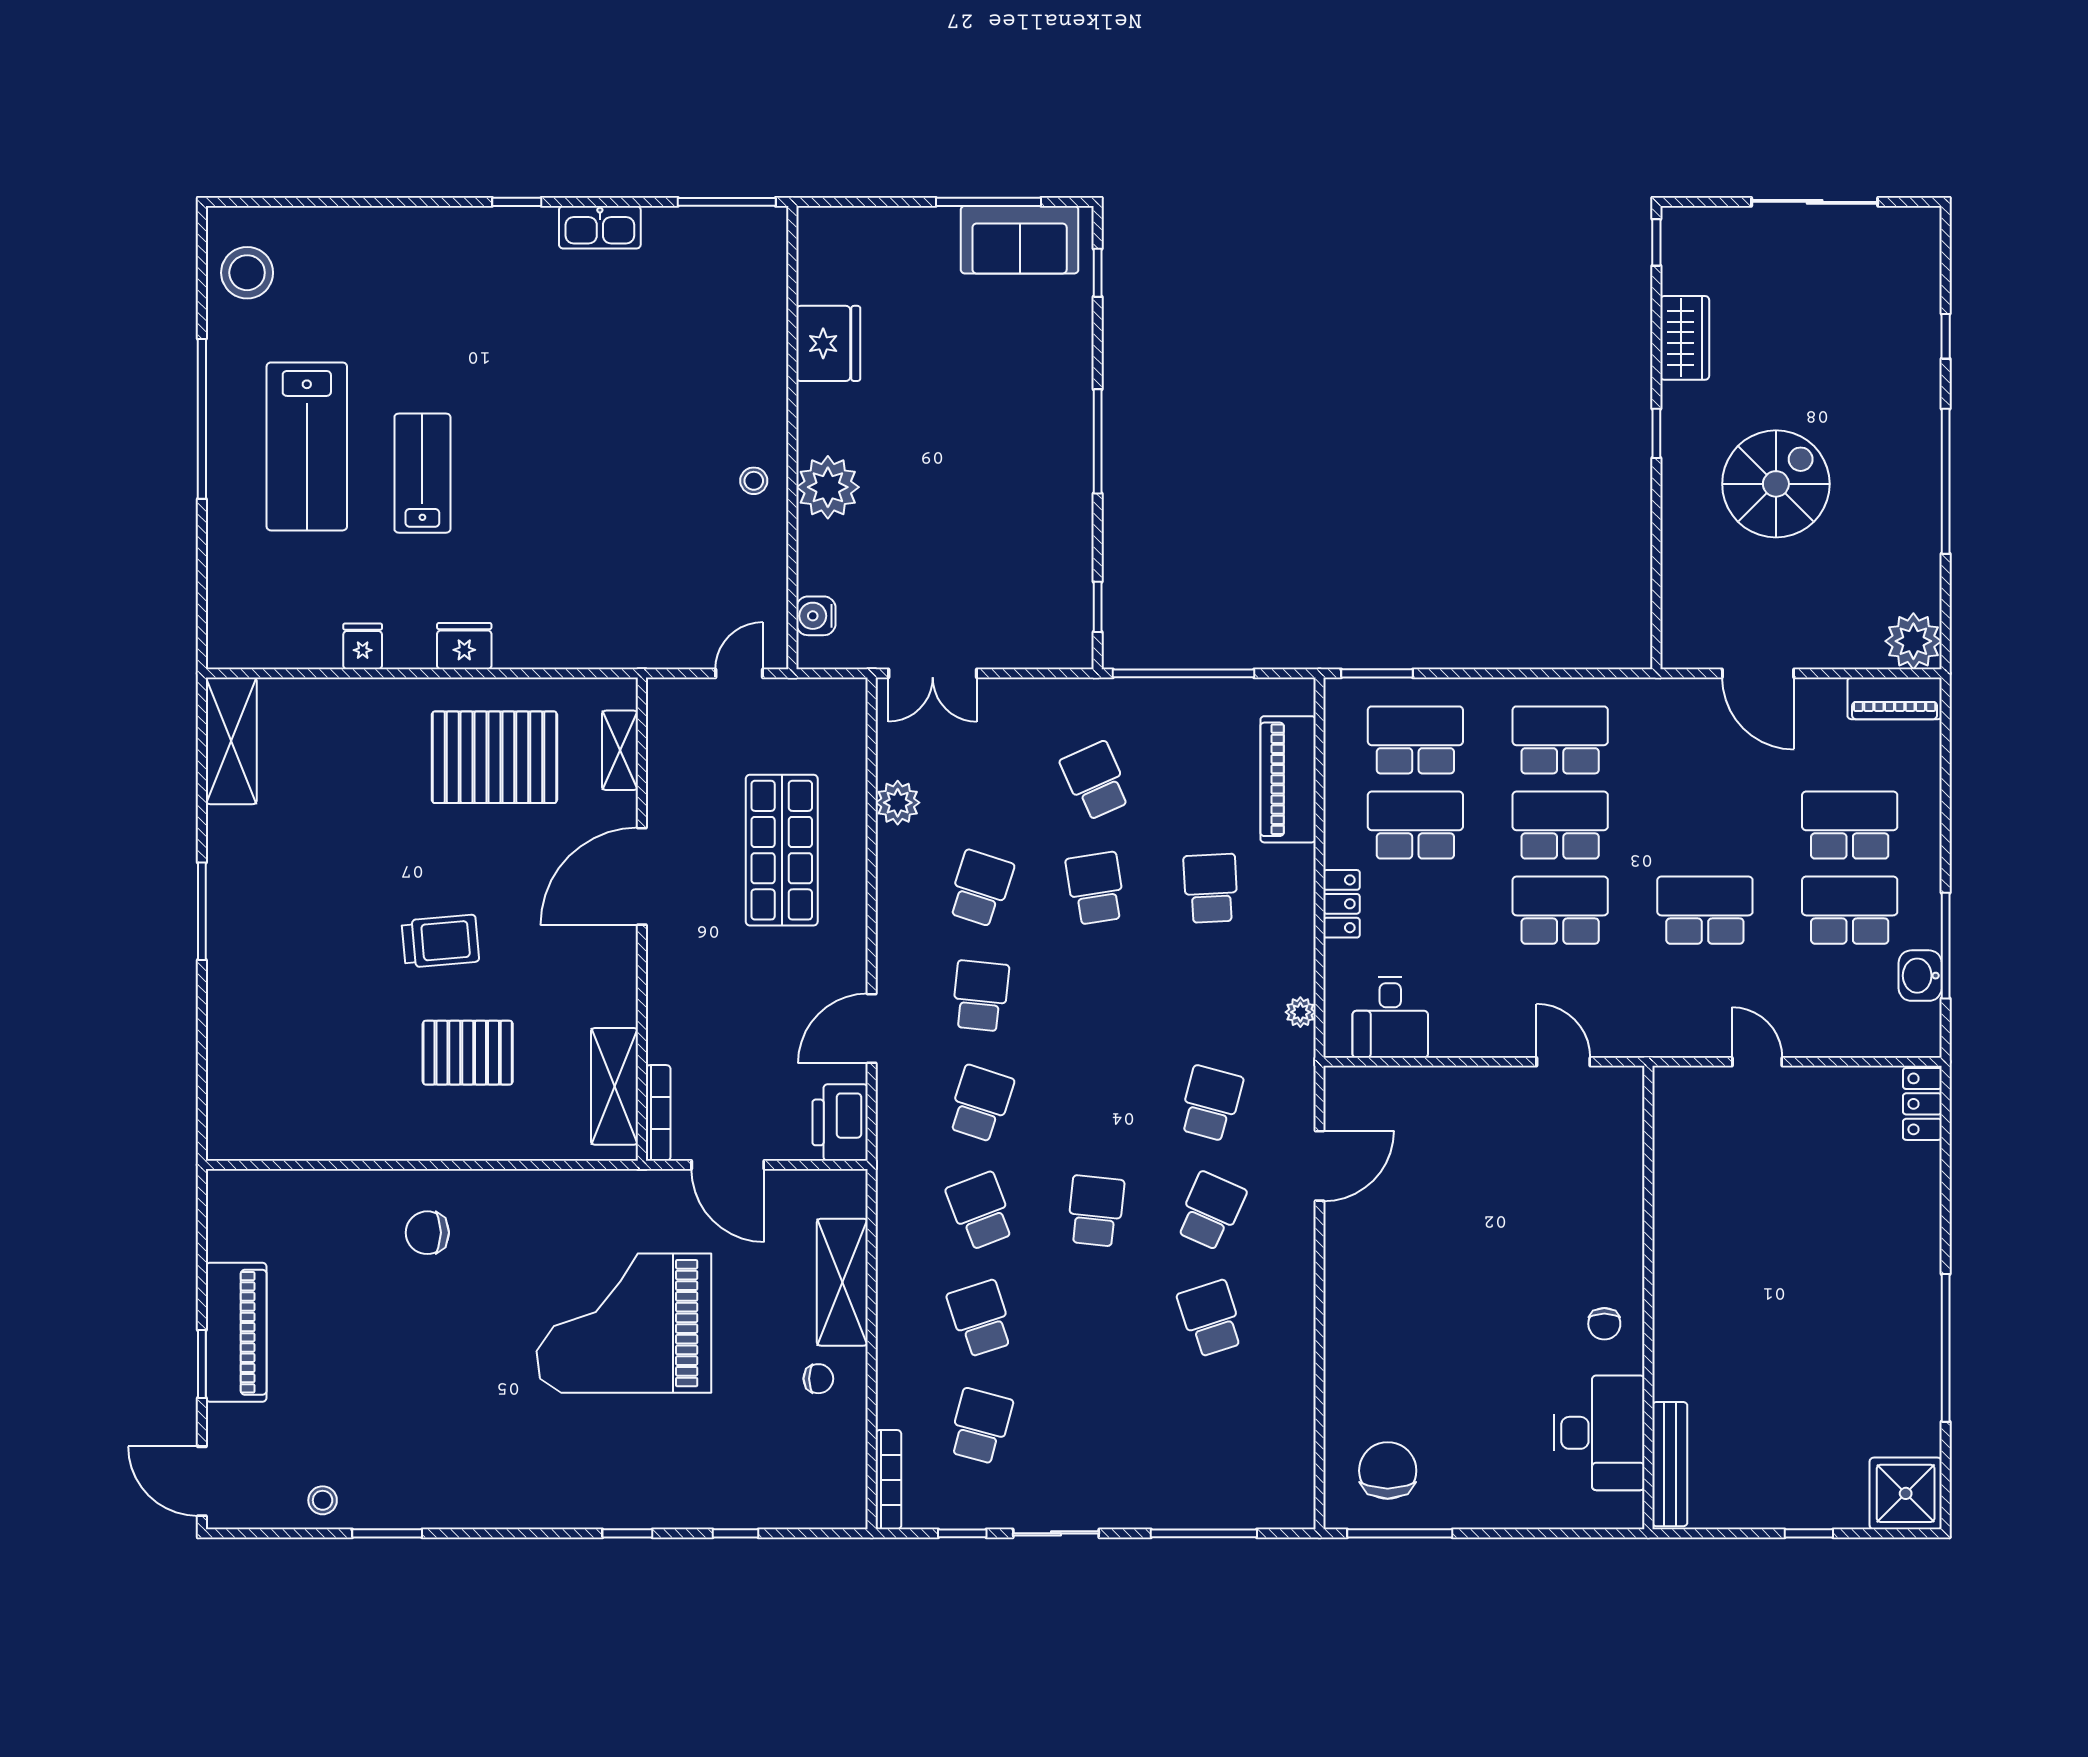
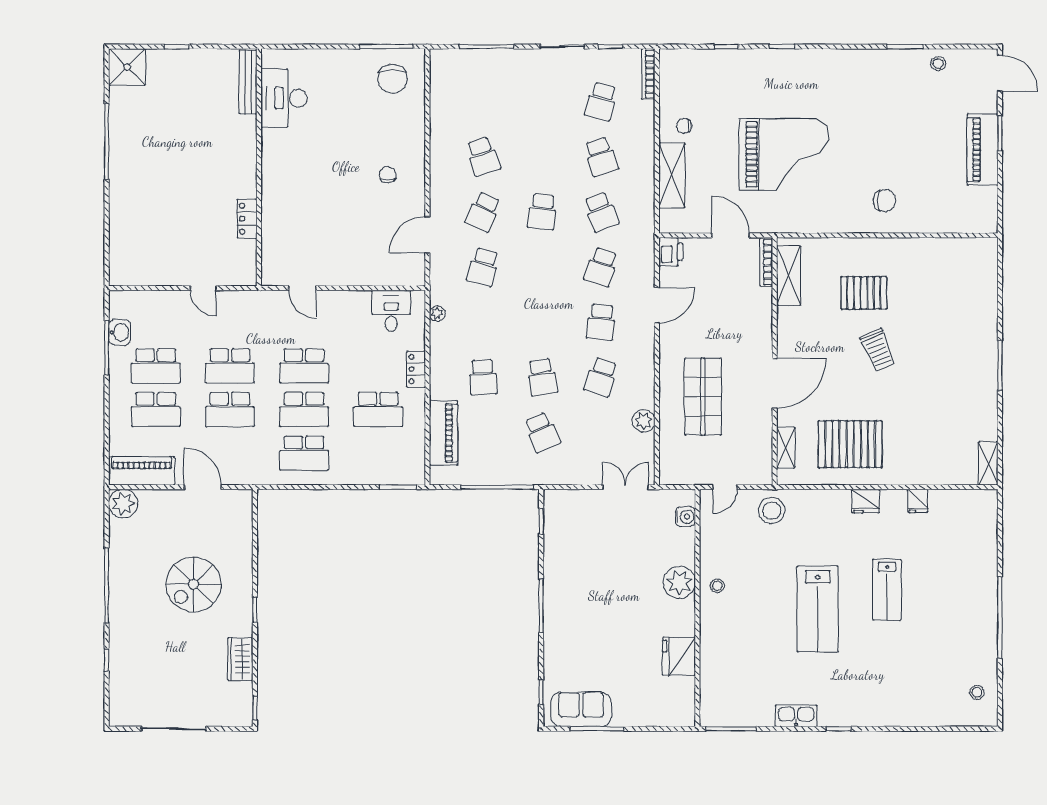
stool: (247, 273) -> (977, 692), width x0.53, depth x0.53
lab bench: (307, 446) -> (818, 609), moved, turned 180
stool: (647, 628) -> (772, 511), added
piano: (1895, 698) -> (142, 471), width x1.37, depth x1.33
school desk: (1415, 740) -> (230, 409), moved
shelving: (231, 741) -> (988, 463), width x0.67, depth x0.75
trolley: (440, 941) -> (878, 350), turned -108
locker: (1922, 1104) -> (247, 219), moved, turned 180
printer: (840, 1122) -> (671, 252), width x0.73, depth x0.84
chair: (1604, 1324) -> (388, 175), moved

